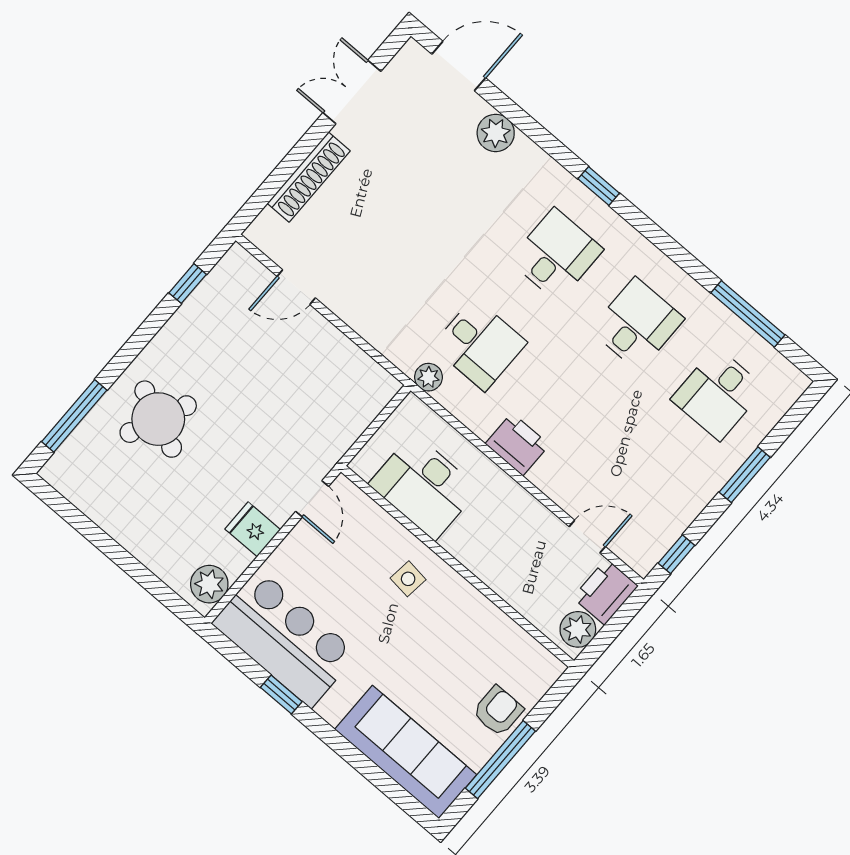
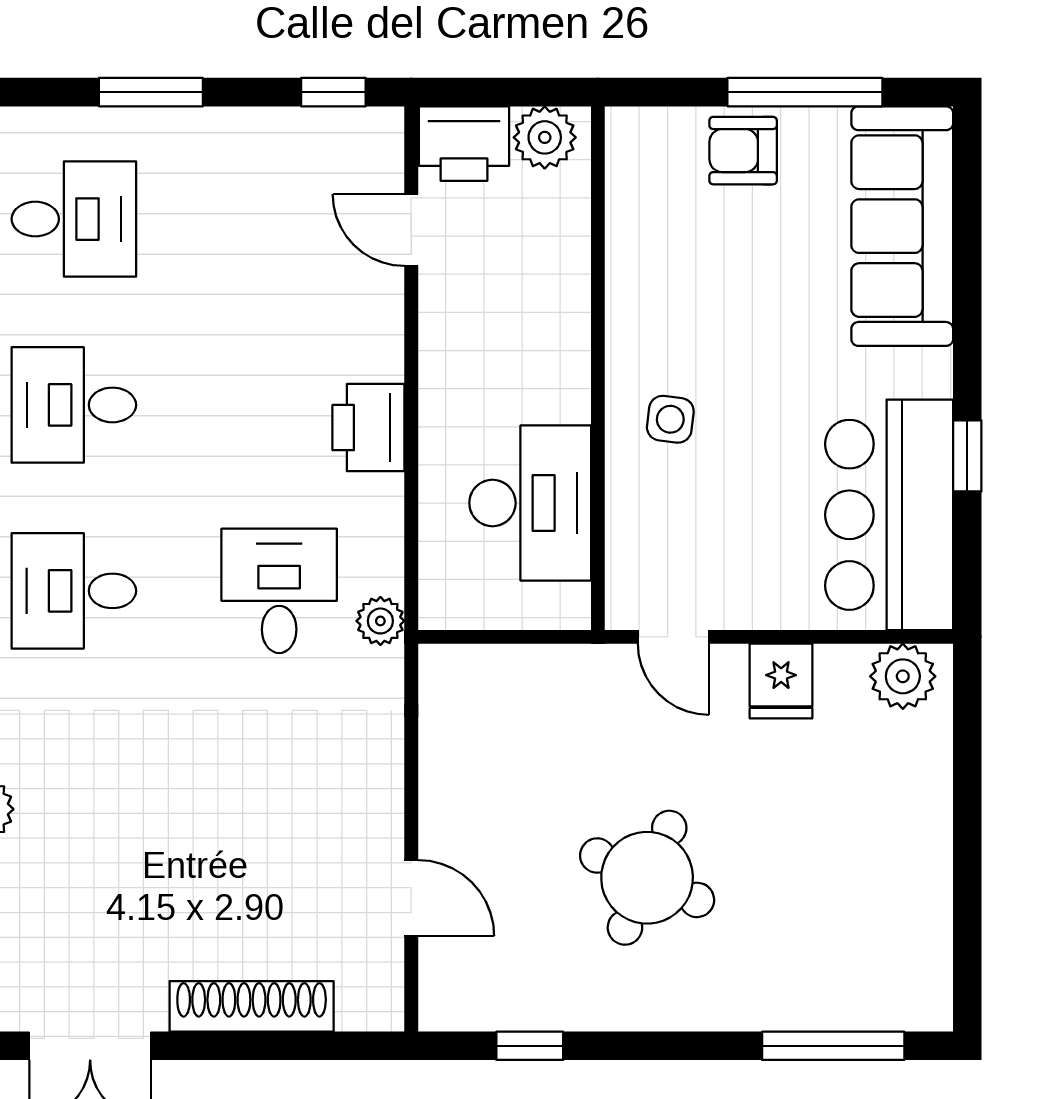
round table: (158, 419) -> (647, 878), moved
door: (312, 499) -> (673, 637), swing flipped

